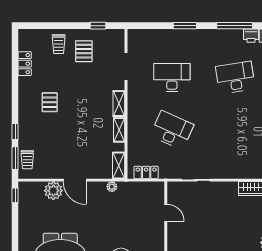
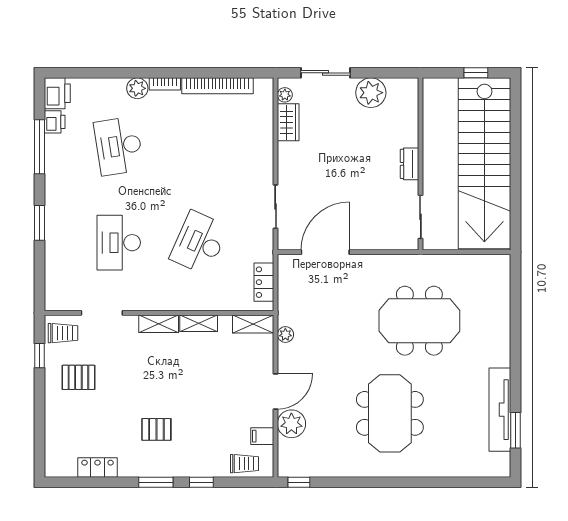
trolley: (59, 44) -> (63, 333), moved
window: (15, 158) -> (156, 482), moved
filing cabinet: (45, 171) -> (262, 436), added
door: (166, 213) -> (325, 252), width x1.88

